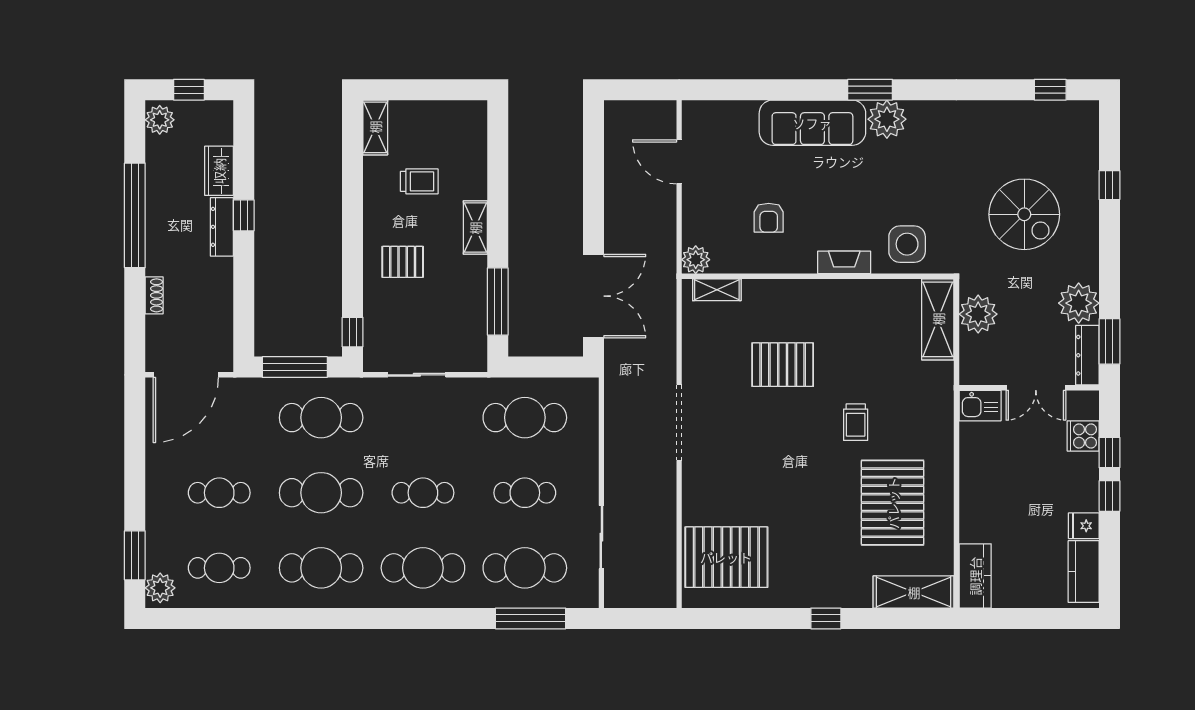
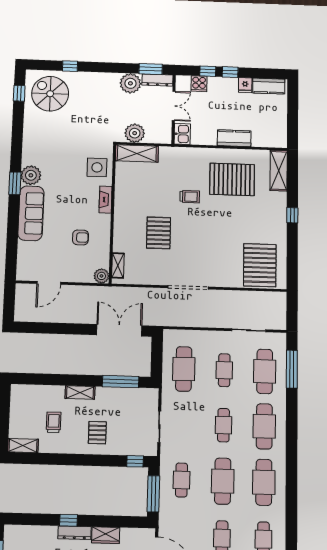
wardrobe: (219, 171) -> (106, 535), moved
spiral stairs: (1024, 214) -> (50, 94), moved, turned -90
cafe table: (321, 418) -> (182, 480), width x0.73, depth x0.74
kitchen counter: (975, 576) -> (234, 138), moved

